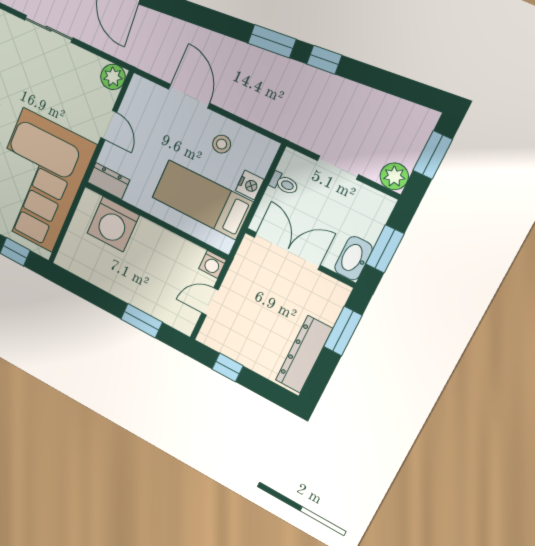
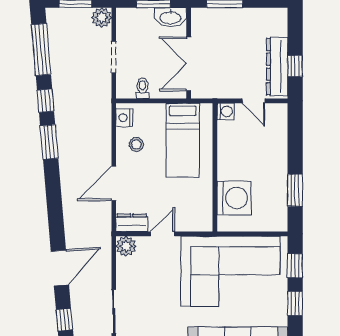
window: (391, 83) -> (41, 49), added
dresser: (109, 181) -> (132, 223), moved, turned 90
nightstand: (250, 185) -> (124, 118), moved, turned -90
window: (142, 321) -> (295, 190), moved
dresser: (304, 354) -> (277, 67), moved, turned 90

